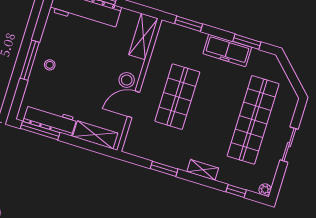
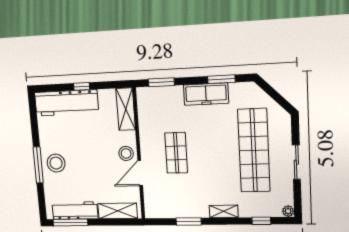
stool: (50, 65) -> (56, 163), width x1.89, depth x1.89
shop shelf: (177, 97) -> (176, 153), width x0.70, depth x0.74

